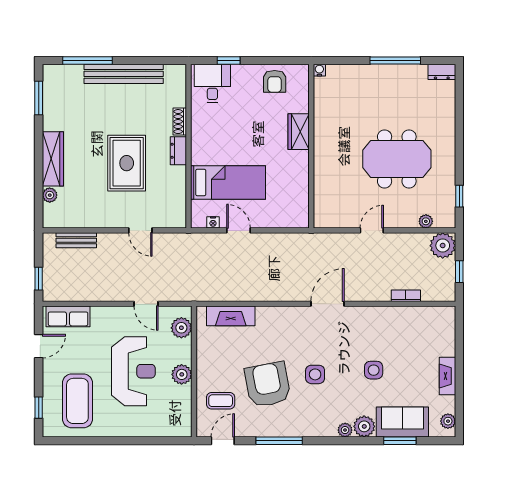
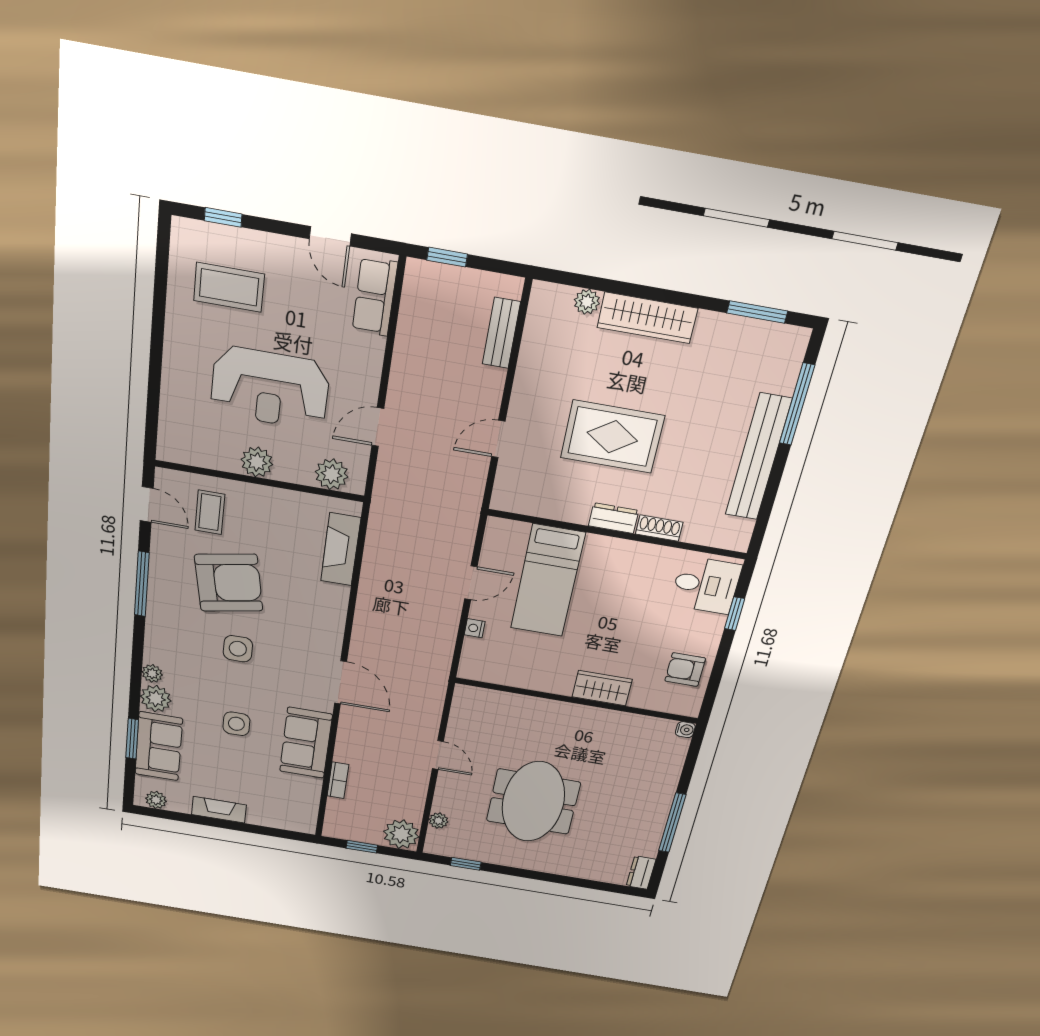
nightstand: (213, 222) -> (475, 628), moved
sofa: (380, 321) -> (306, 743), added
coffee table: (77, 401) -> (229, 287), width x0.73, depth x0.76

